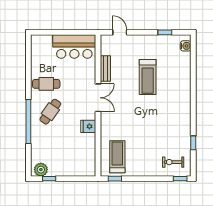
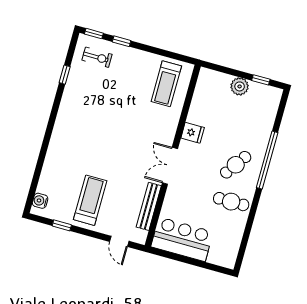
bench: (105, 68) -> (149, 206), width x1.36
treadmill: (148, 77) -> (90, 200), moved
plant: (41, 170) -> (240, 86), moved
window: (115, 179) -> (122, 41), moved

